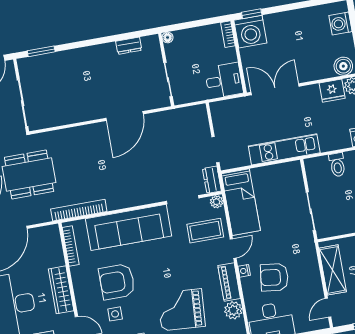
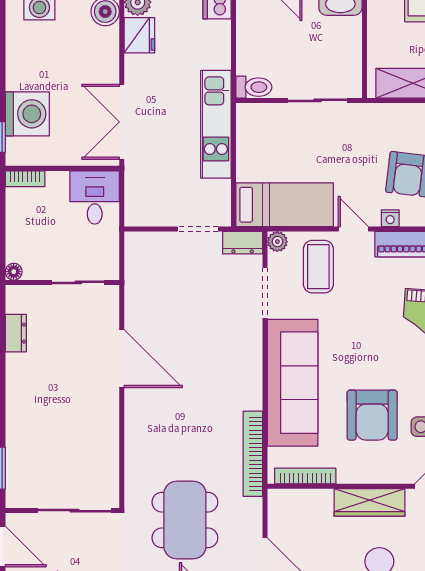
washing machine: (250, 32) -> (27, 114), moved
toilet: (337, 165) -> (254, 87), moved

